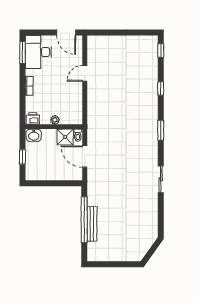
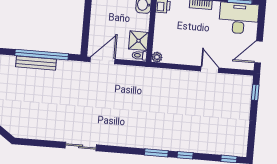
window: (101, 33) -> (255, 92), added
plant: (55, 120) -> (157, 57), moved
window: (161, 130) -> (156, 153), moved
door: (85, 157) -> (103, 60), moved

